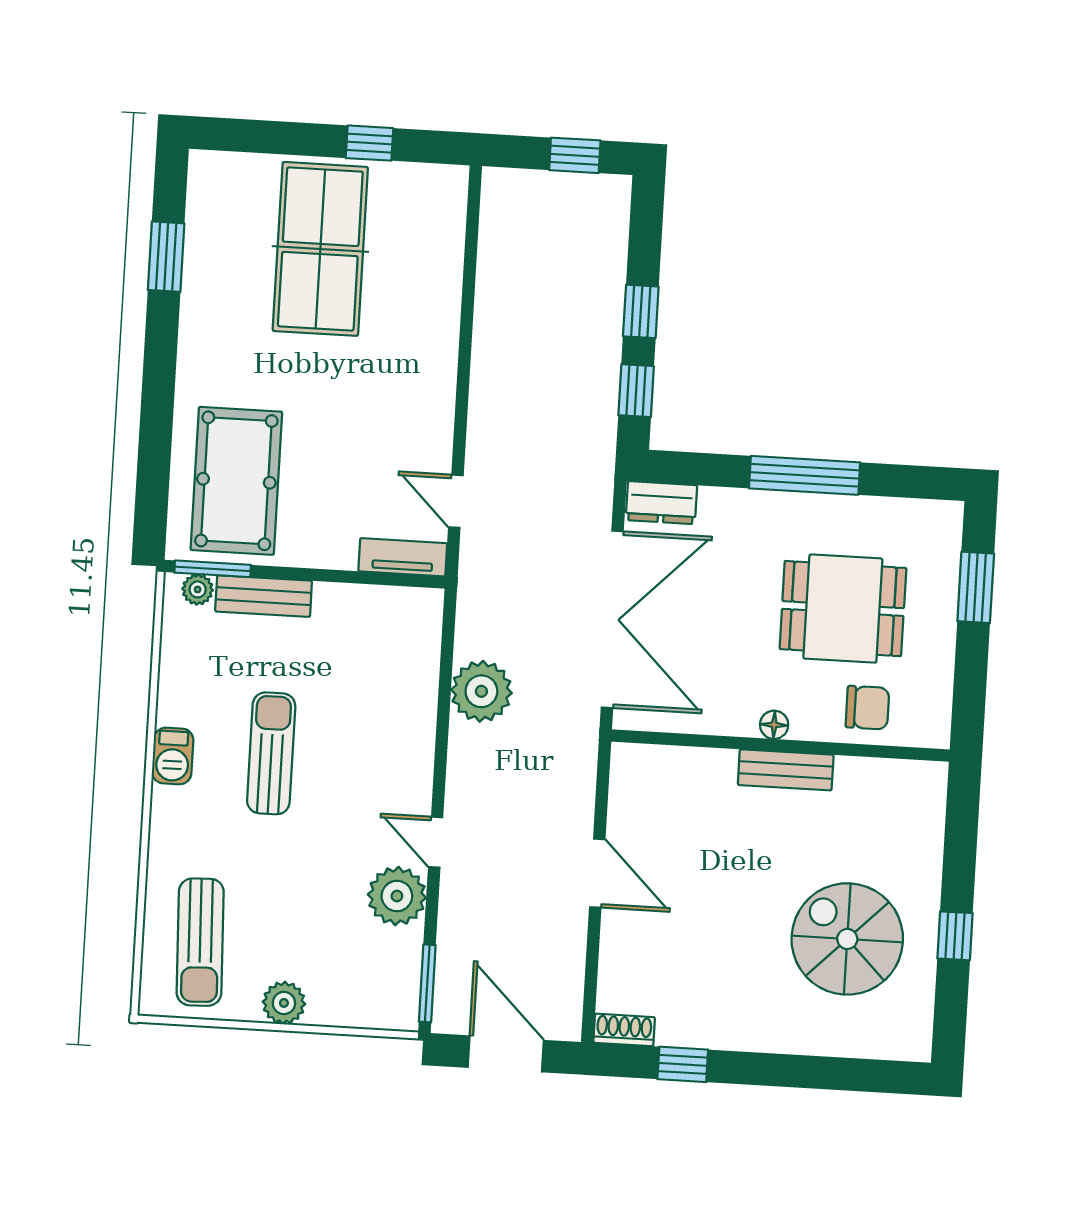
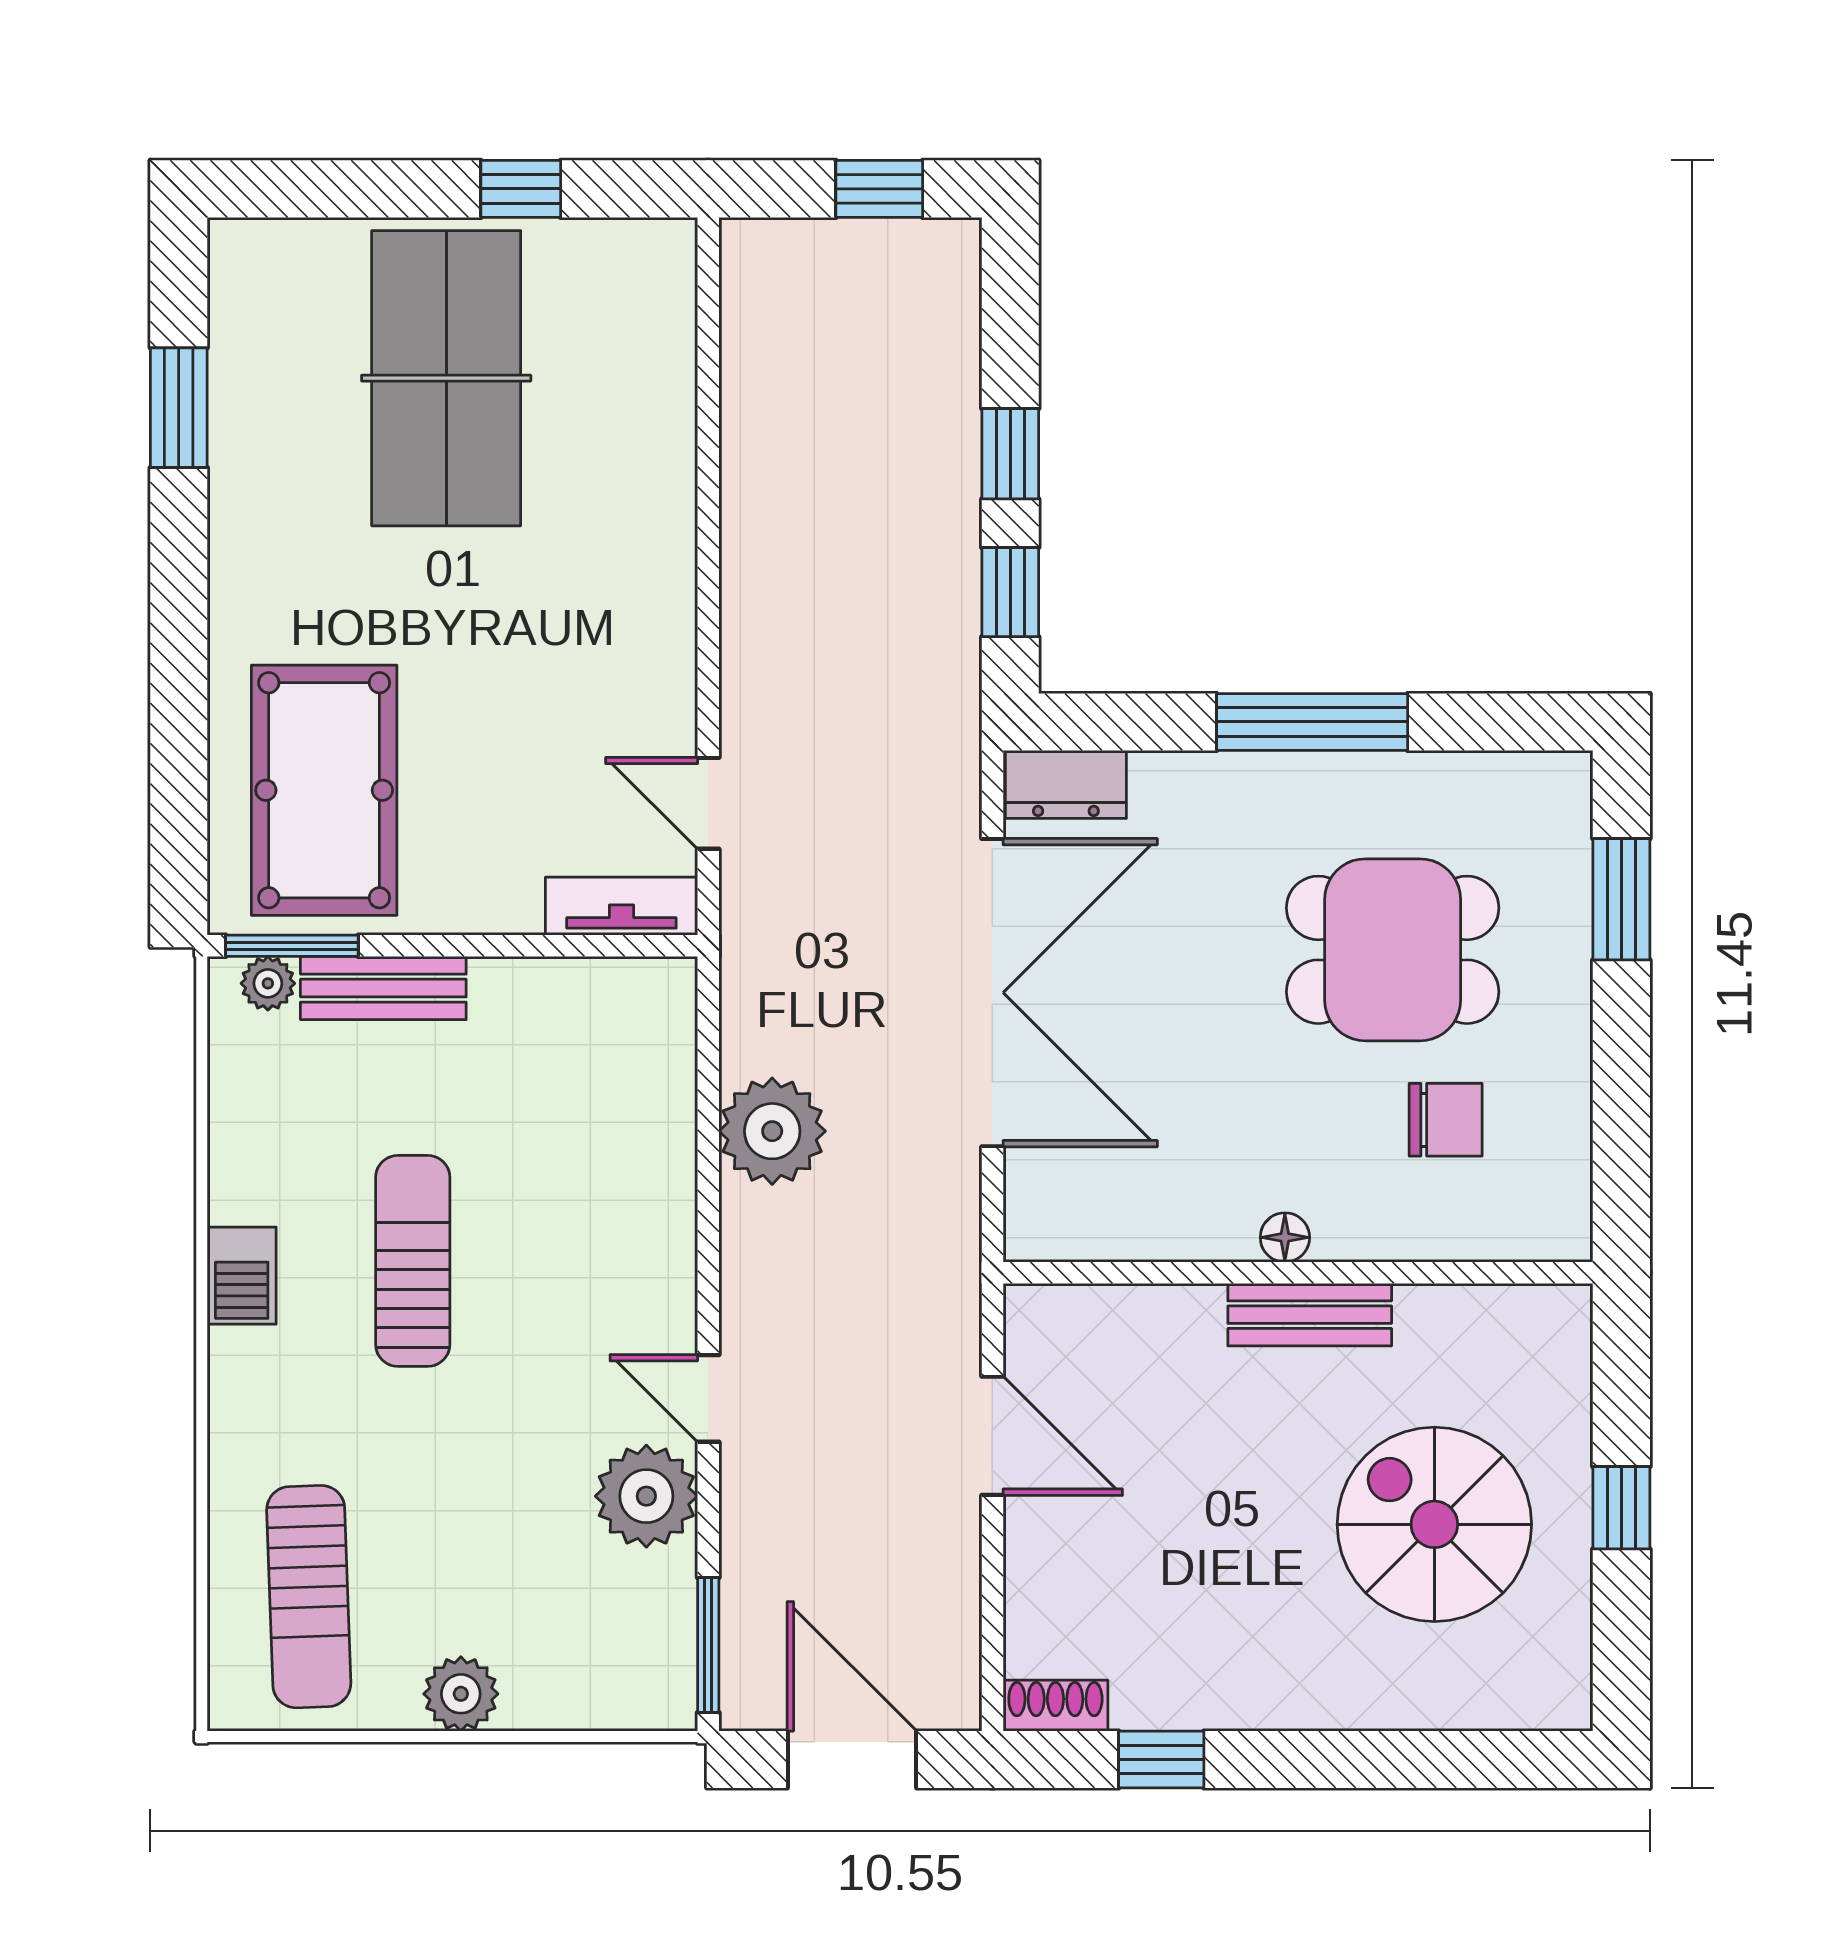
floor lamp: (774, 725) -> (1285, 1237), moved
wall: (780, 745) -> (1298, 1273), moved
bench: (786, 770) -> (1310, 1315), moved

